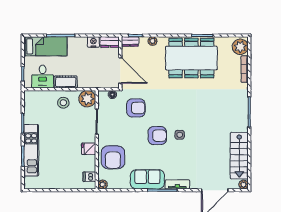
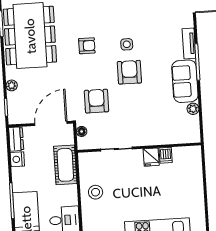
dresser: (130, 42) -> (14, 113), removed
cot: (66, 82) -> (65, 165), moved, width x1.37, depth x1.34
plant: (87, 99) -> (89, 163), removed
armchair: (113, 157) -> (87, 46), moved, width x0.53, depth x0.53
dishwasher: (89, 177) -> (166, 155), moved
plant: (103, 184) -> (193, 109), moved

